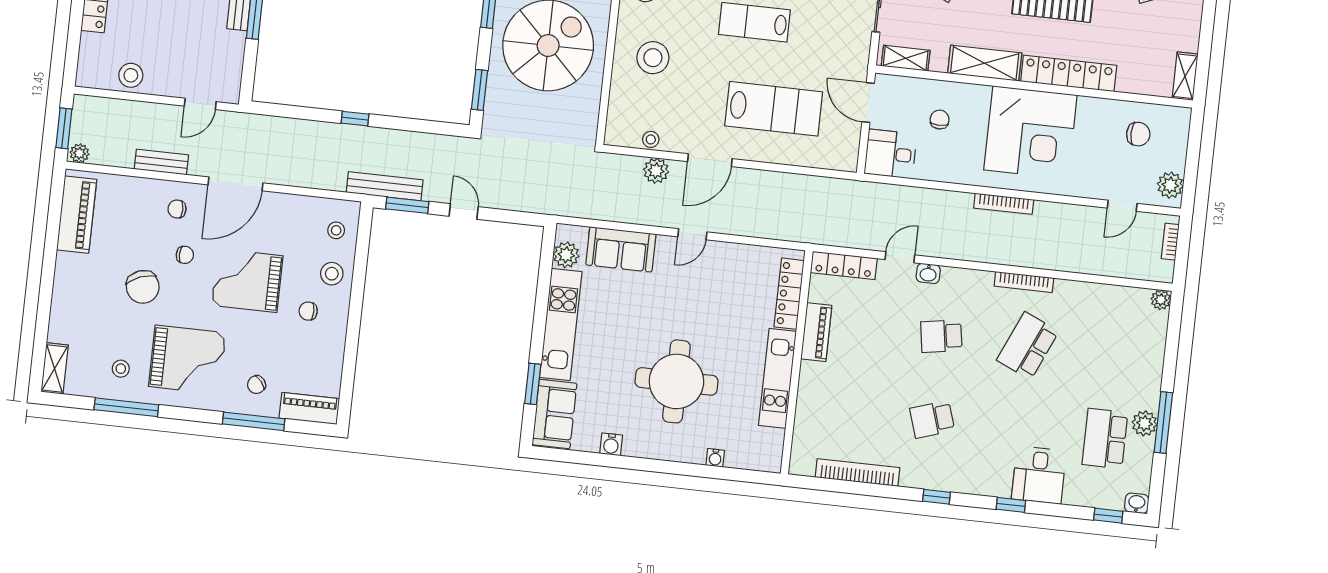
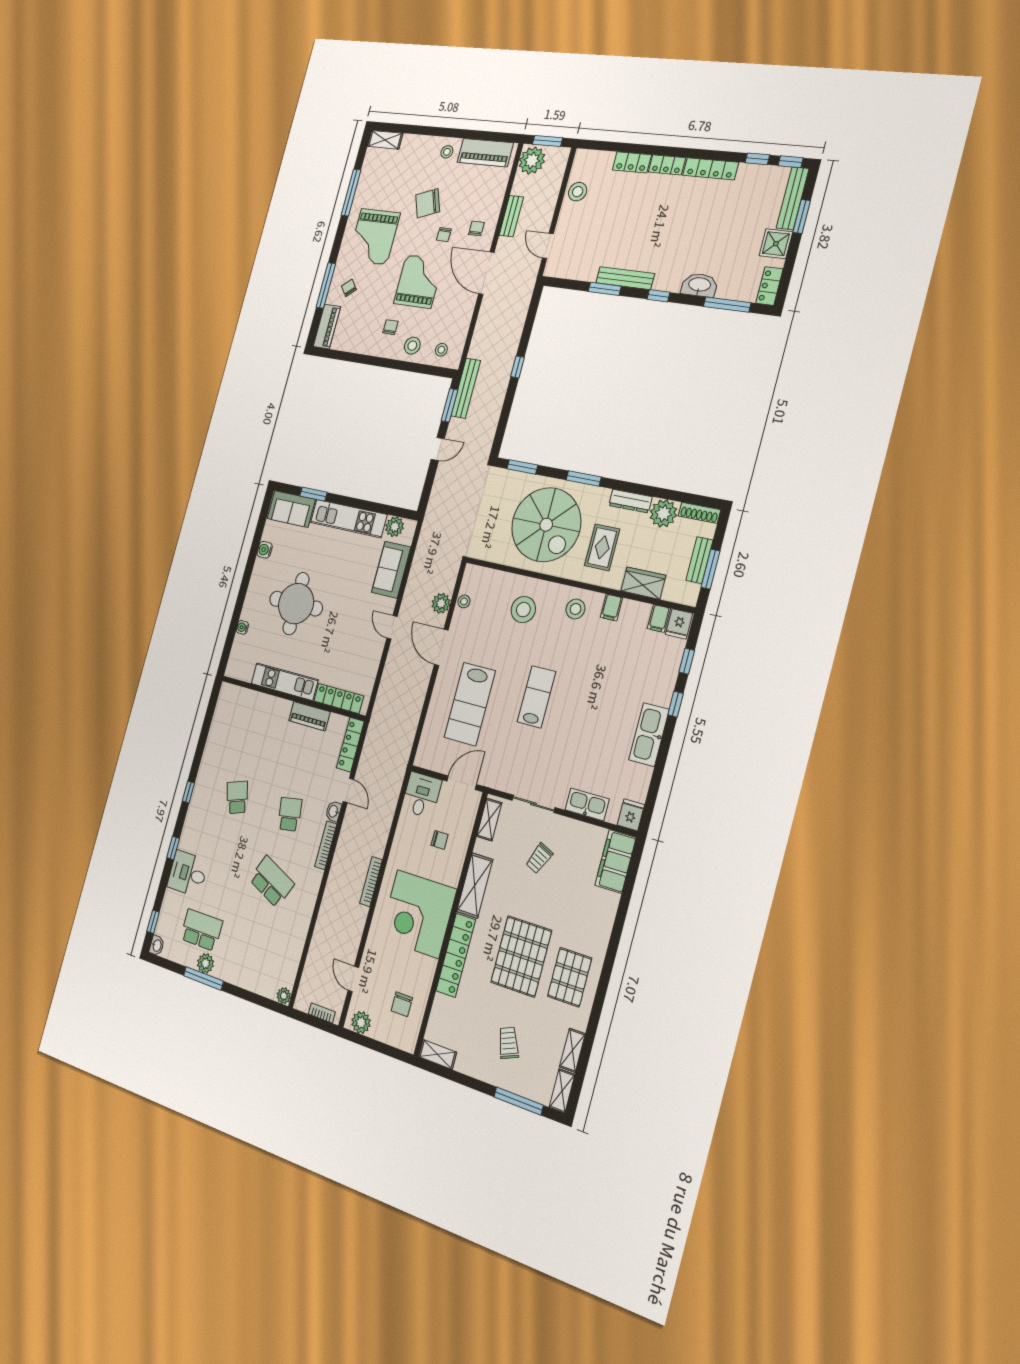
plant: (79, 153) -> (532, 160), width x1.87, depth x1.87
bookcase: (1024, 282) -> (326, 845), moved
stool: (121, 369) -> (447, 152), moved
bookcase: (858, 473) -> (214, 734), removed

